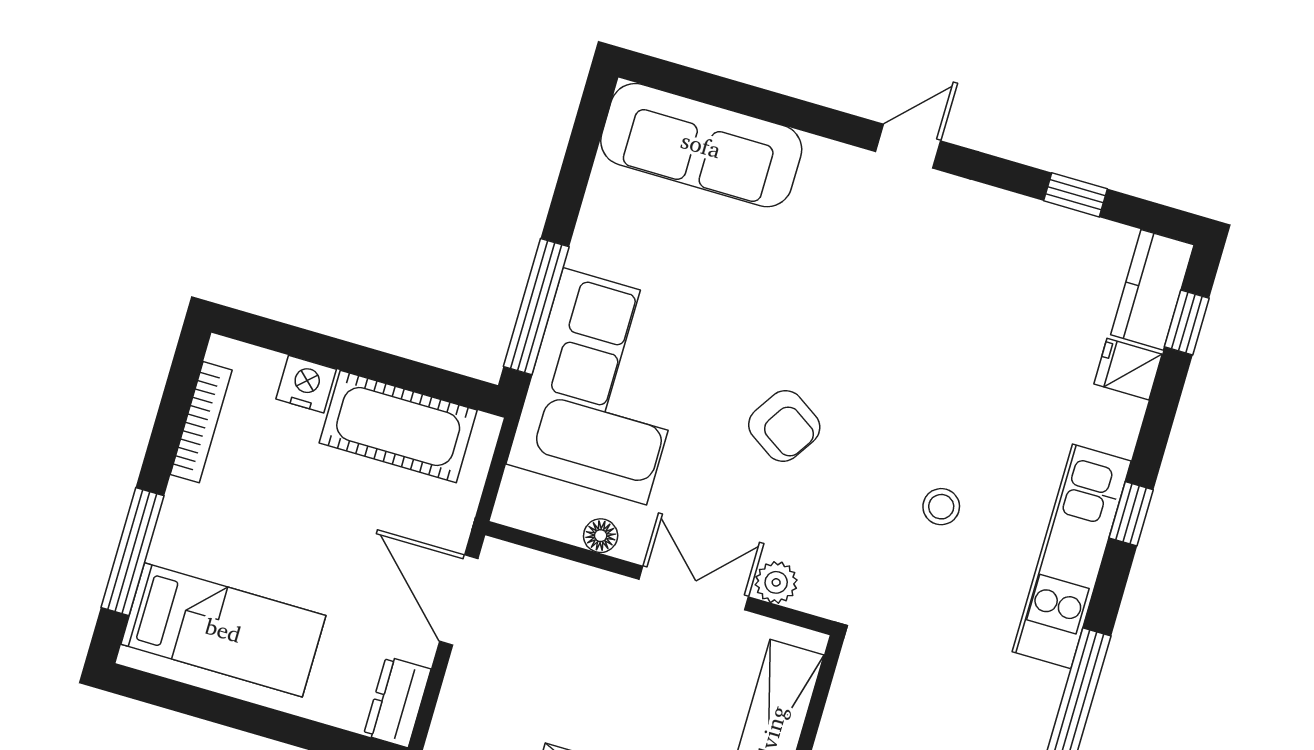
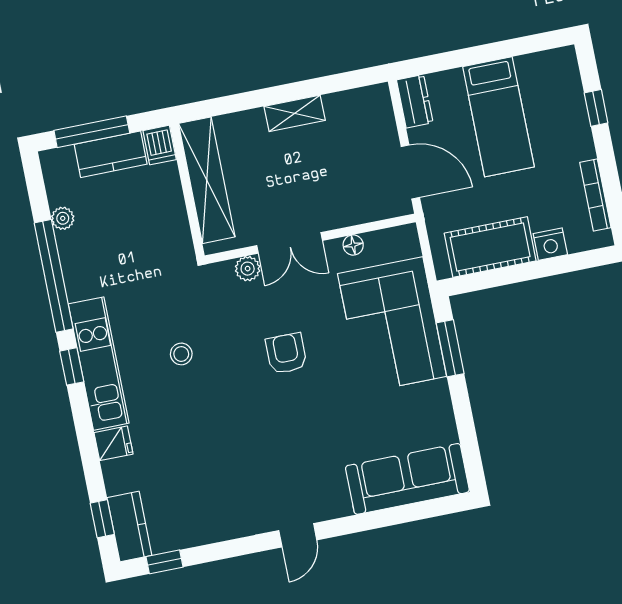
window: (1076, 195) -> (165, 562), moved
window: (536, 307) -> (450, 348), width x0.69
fridge: (1128, 369) -> (113, 443), moved
armchair: (784, 426) -> (286, 353), turned 57
window: (1131, 514) -> (72, 366), moved
window: (132, 552) -> (596, 108), width x0.46
bed: (223, 630) -> (498, 117), moved, turned -90

